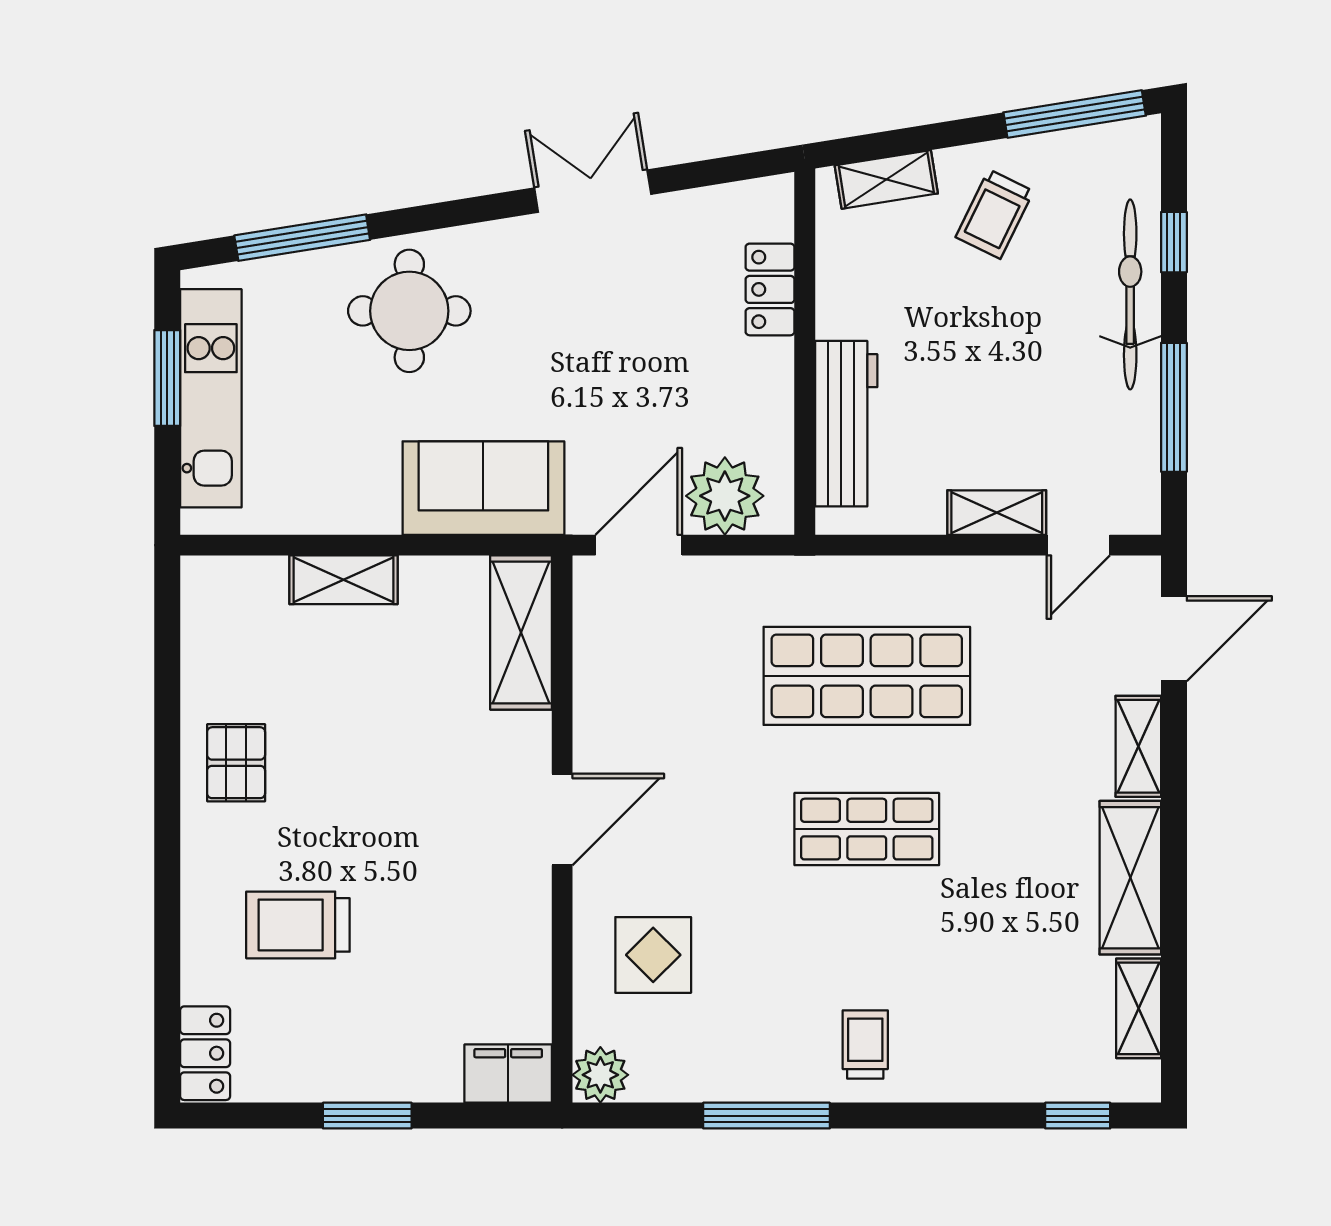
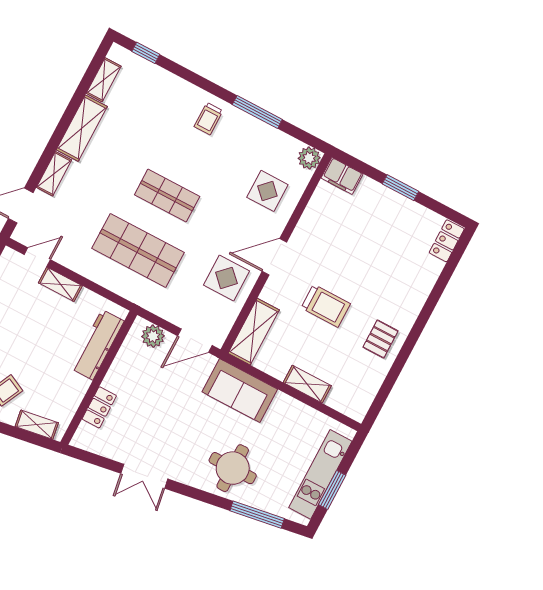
plant: (725, 496) -> (153, 336), width x0.73, depth x0.73
display table: (642, 718) -> (226, 278), added
trolley: (298, 925) -> (326, 306), moved

